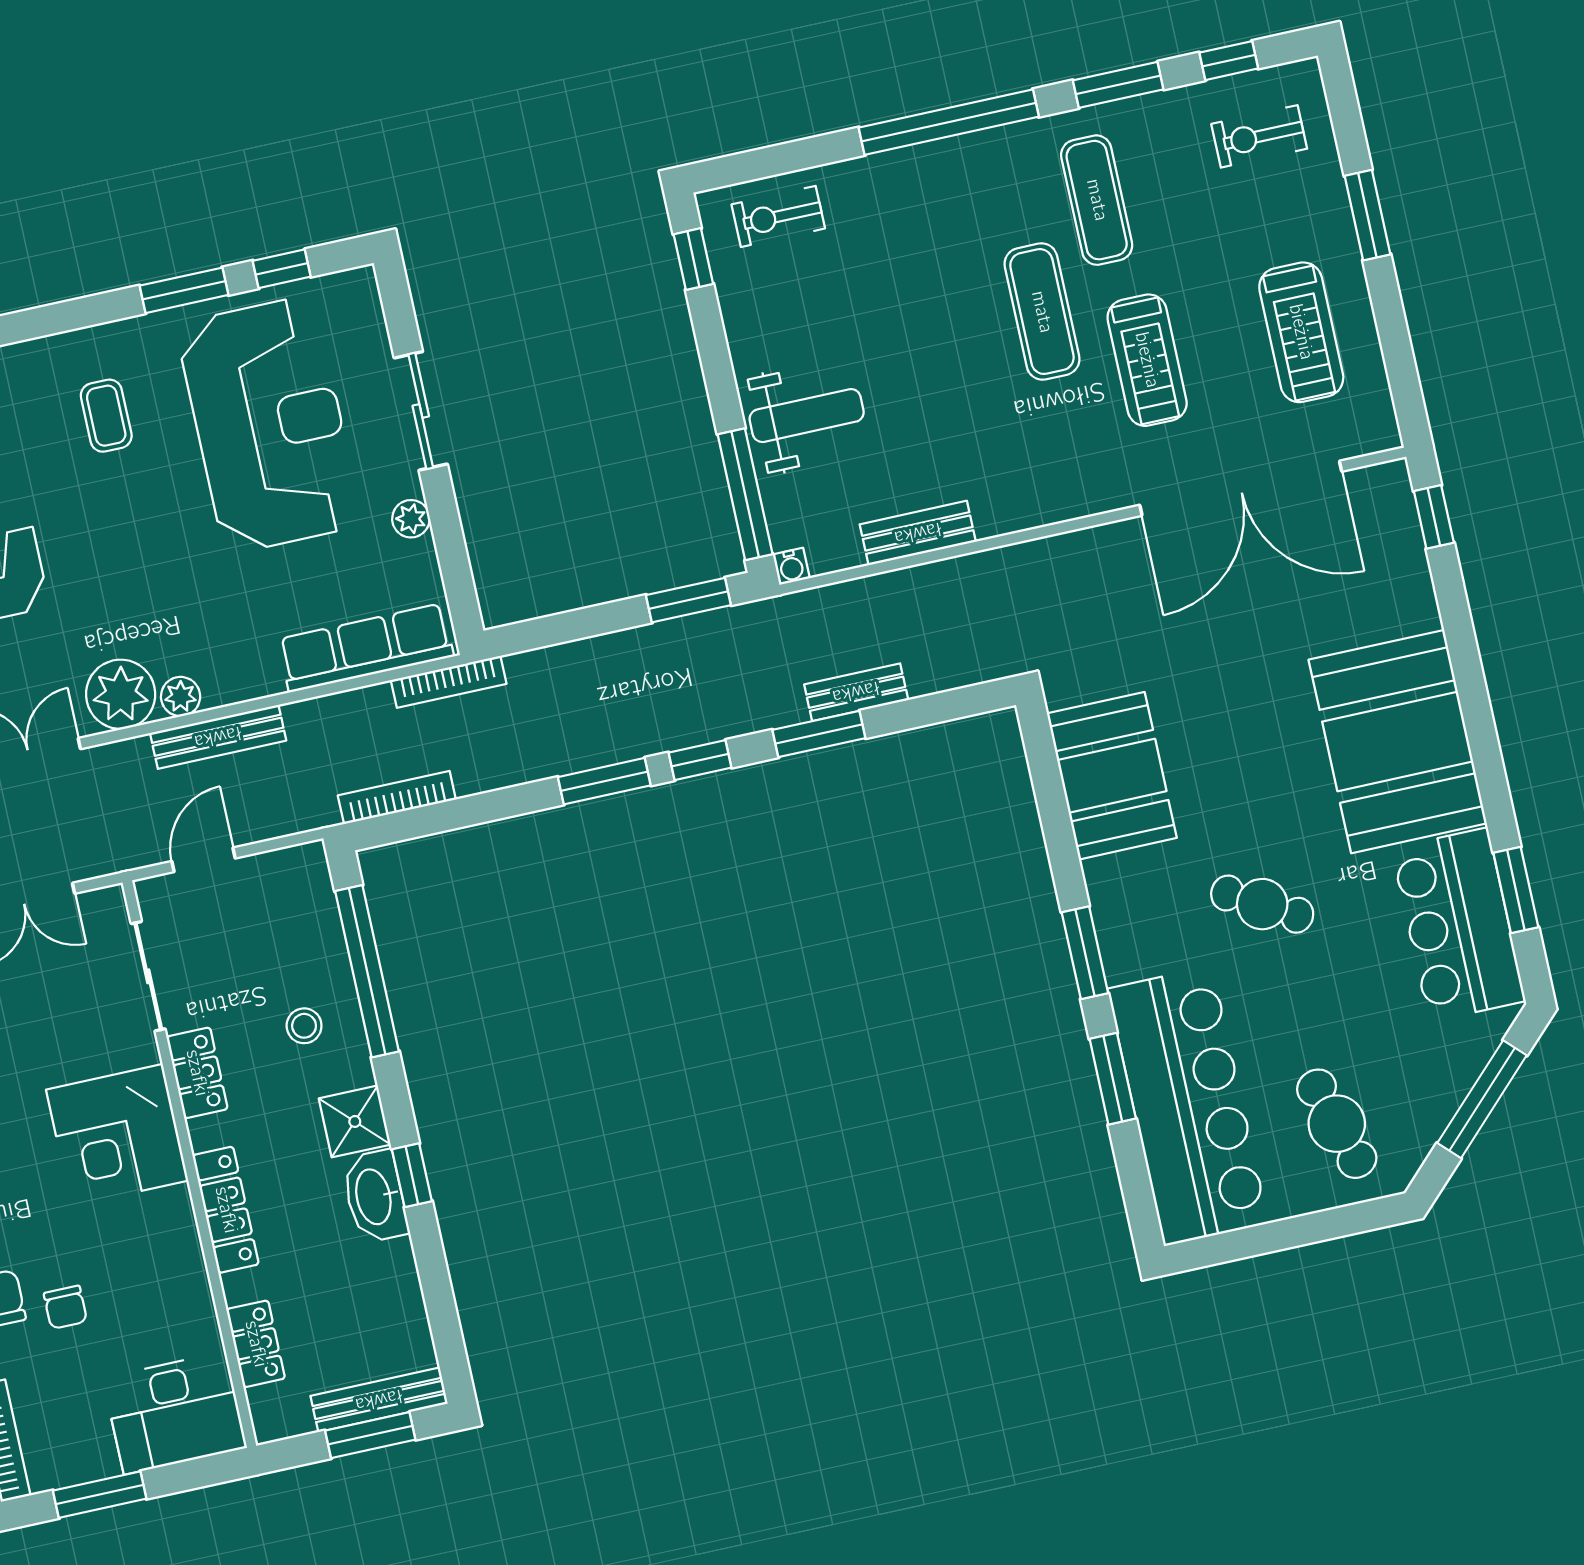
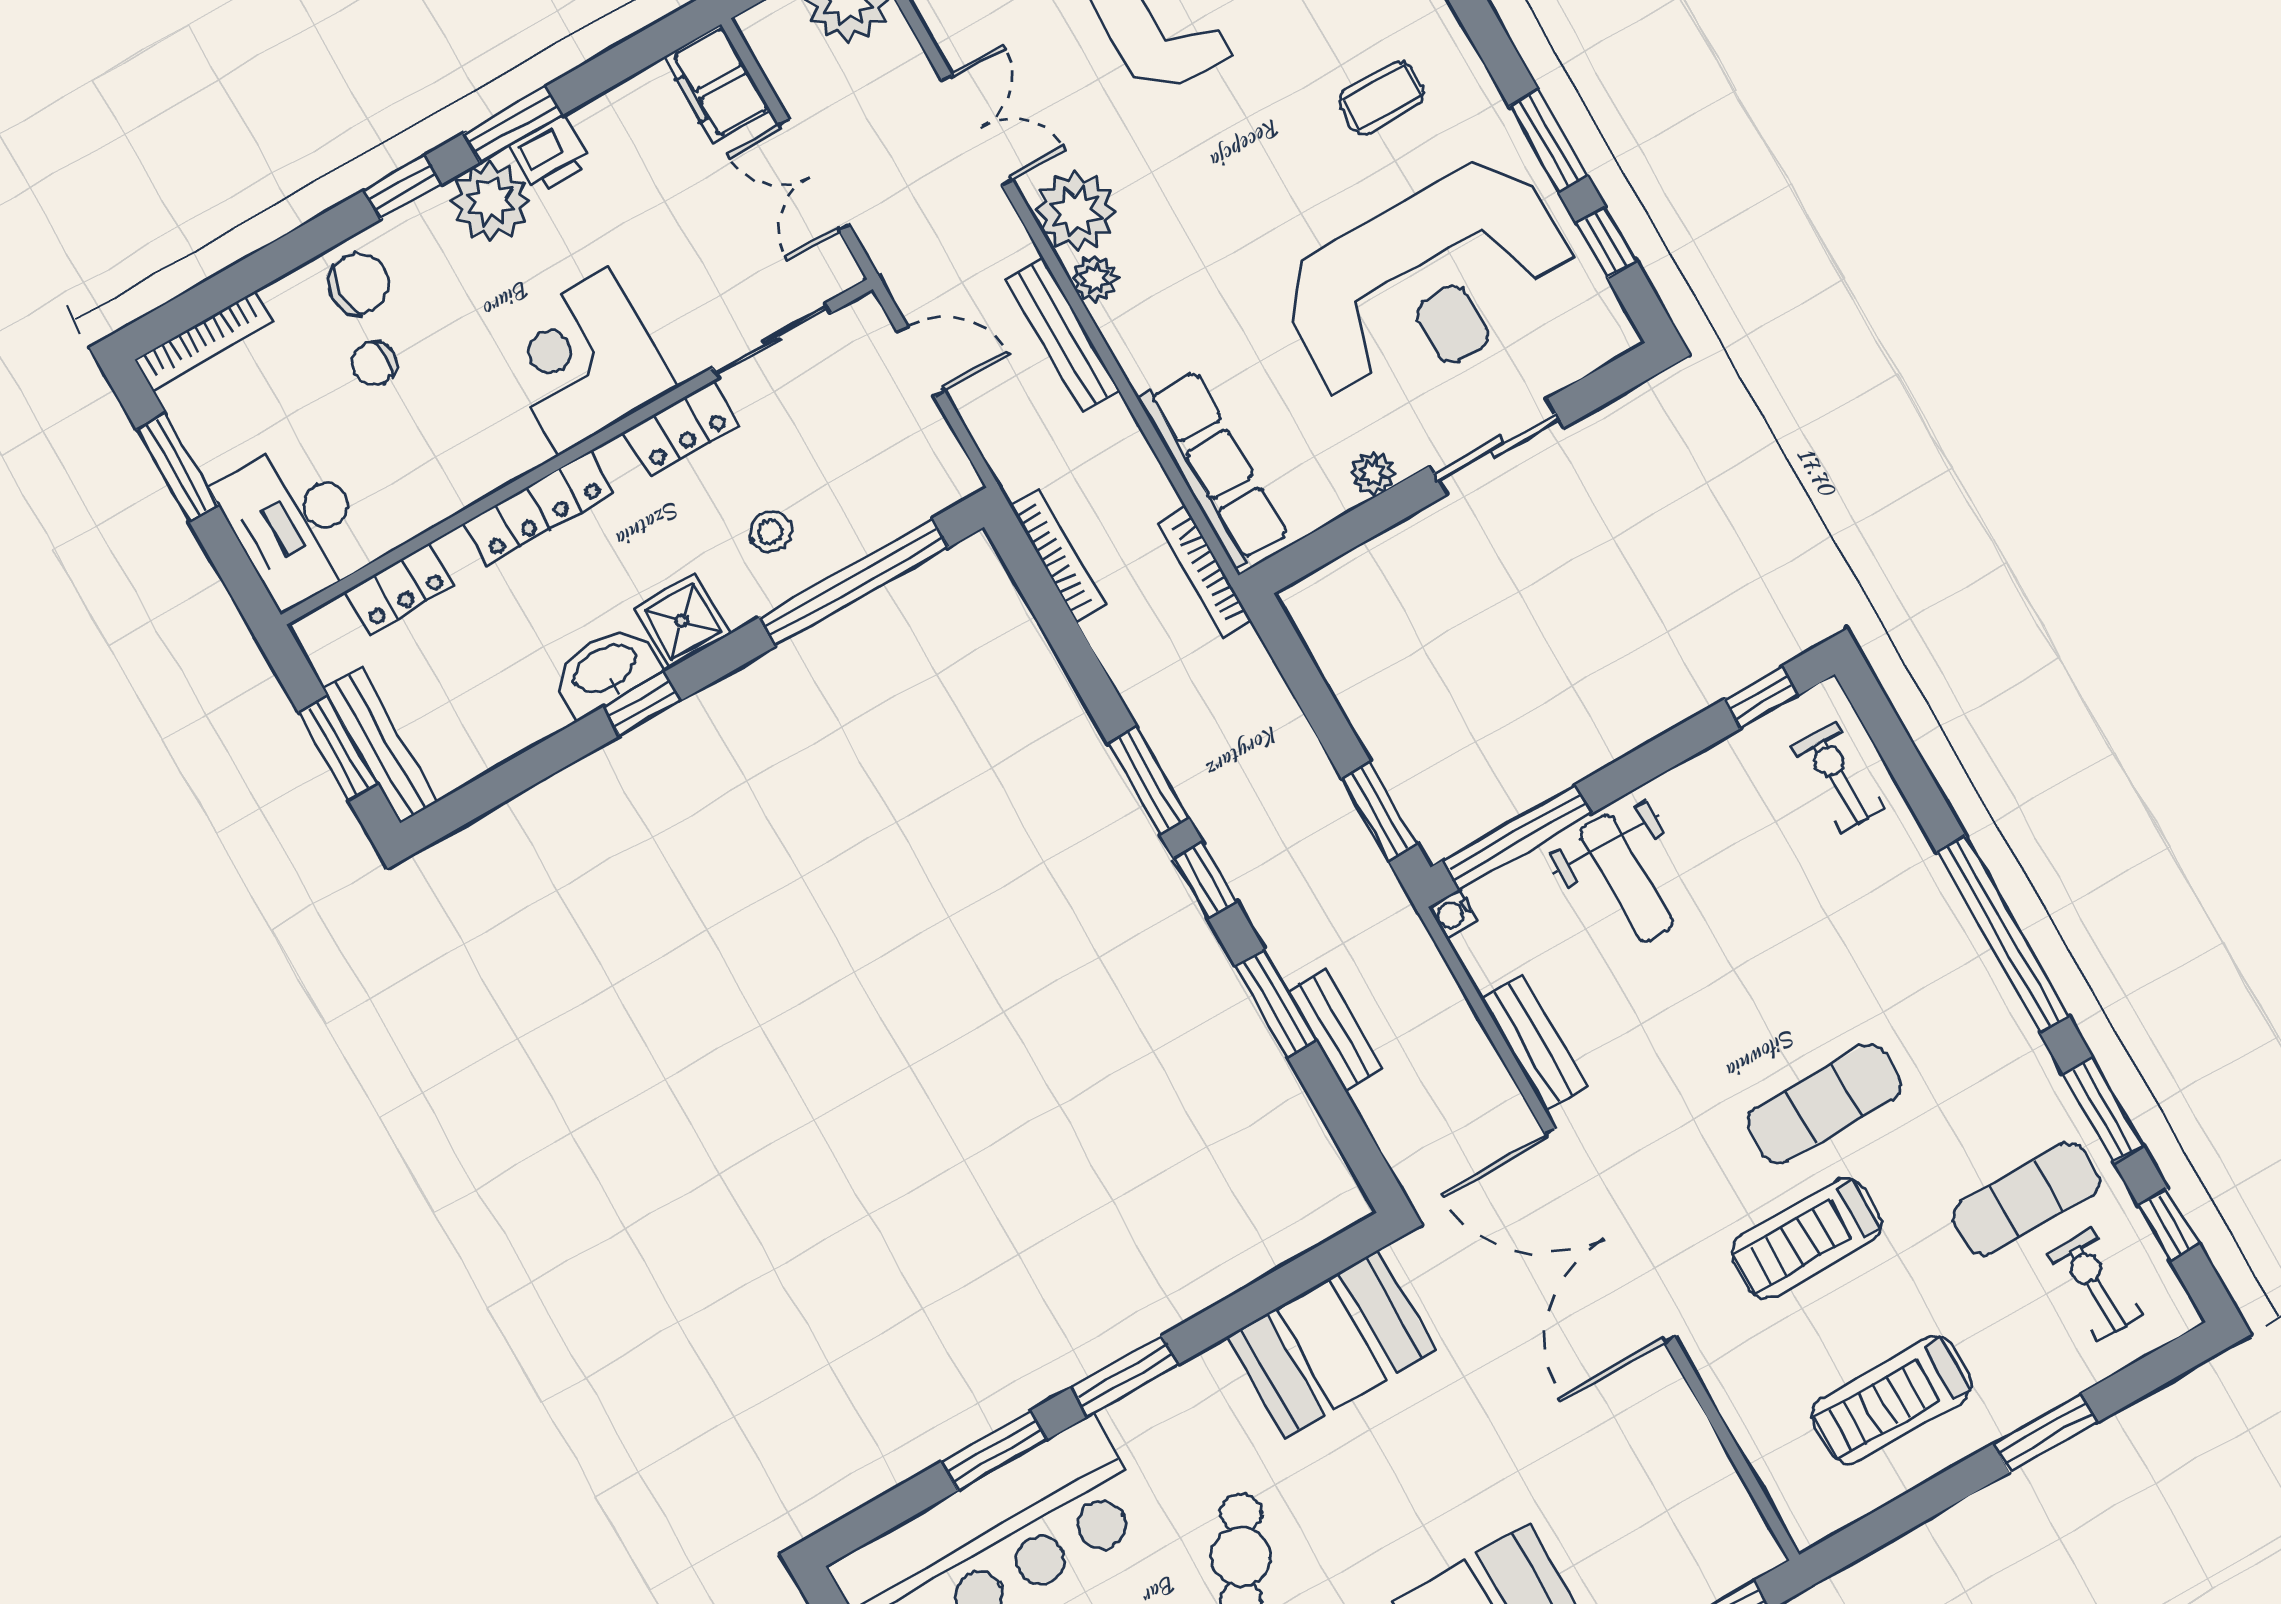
exercise mat: (1097, 200) -> (2026, 1199), moved
double door: (1241, 488) -> (1610, 1236), moved

